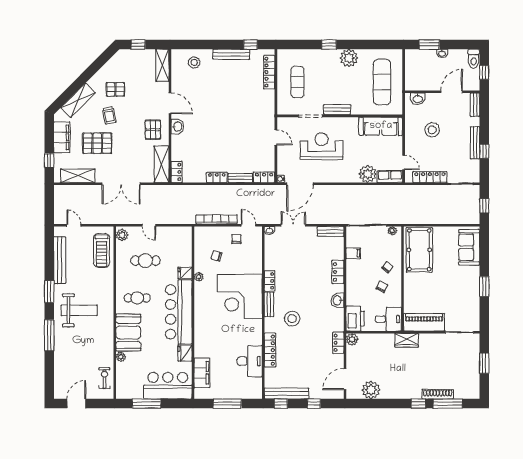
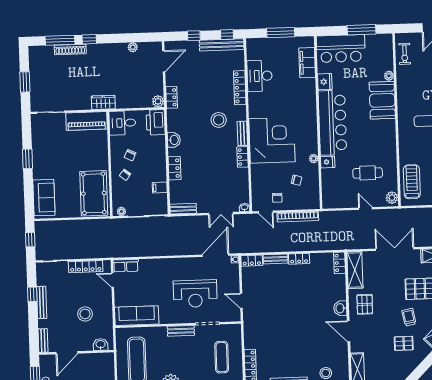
plant: (368, 174) -> (148, 268), removed
cafe table: (137, 298) -> (375, 135), removed
plant: (371, 390) -> (133, 47), width x0.53, depth x0.53

